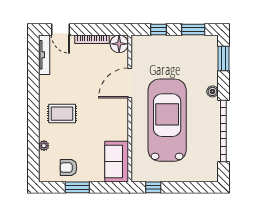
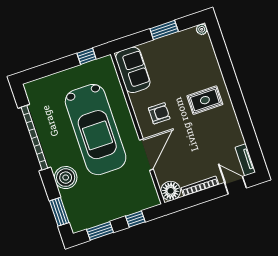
tv unit: (44, 55) -> (245, 160), width x0.71
boiler: (212, 91) -> (66, 178), width x1.86, depth x1.86
plant: (44, 146) -> (202, 29), moved
armchair: (68, 168) -> (159, 113), moved

